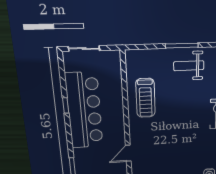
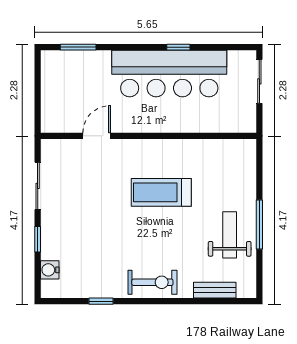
treadmill: (145, 98) -> (161, 192), moved
door: (128, 153) -> (97, 136), hinge flipped

